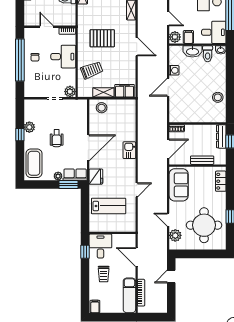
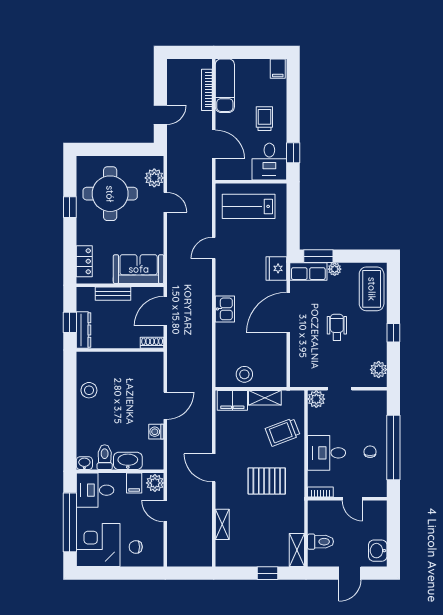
stool: (102, 108) -> (244, 374), moved
plant: (29, 127) -> (379, 370), moved
sofa: (179, 185) -> (139, 269), moved, turned 90
lab bench: (109, 206) -> (249, 206), moved

